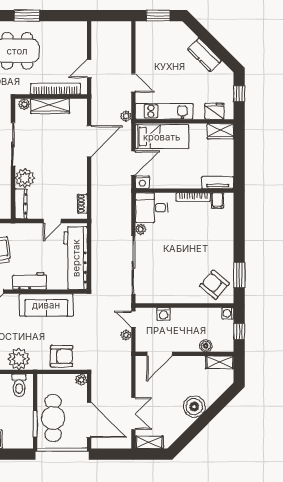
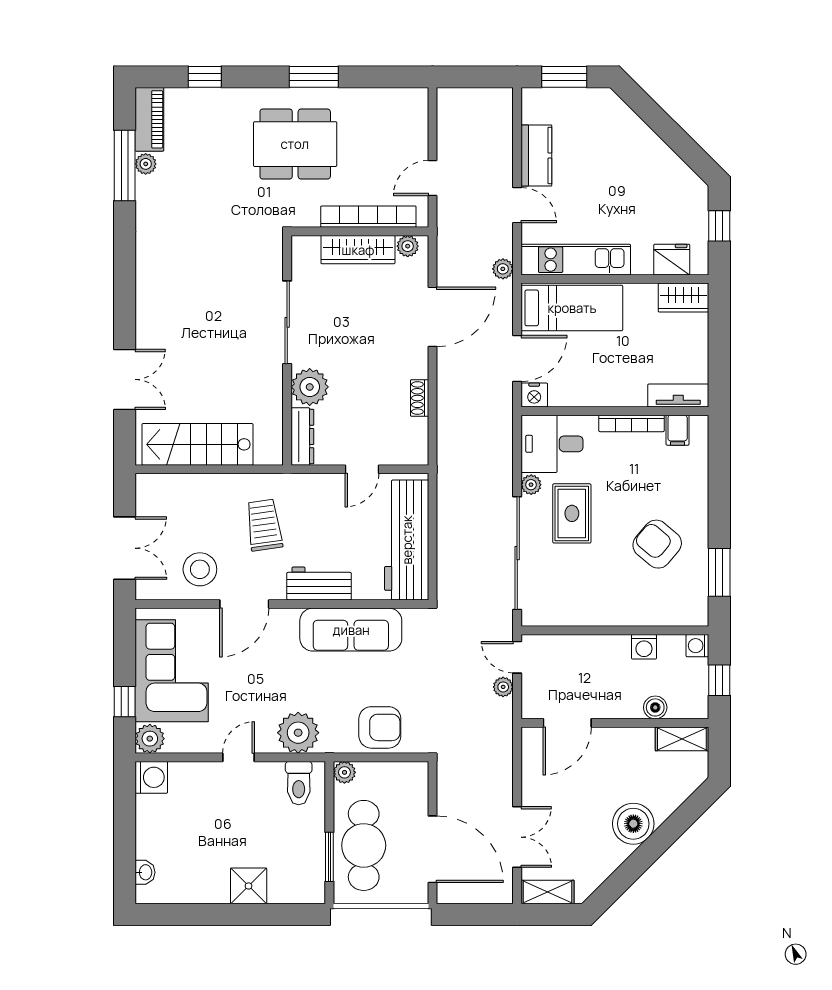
kitchen counter: (205, 55) -> (536, 155), moved, turned -135
plant: (24, 104) -> (408, 246), moved
shoe rack: (82, 204) -> (420, 398), moved
rug: (162, 244) -> (572, 513), added
armchair: (214, 285) -> (657, 544), moved
washing machine: (164, 314) -> (644, 647), moved
plant: (81, 380) -> (344, 772), moved

